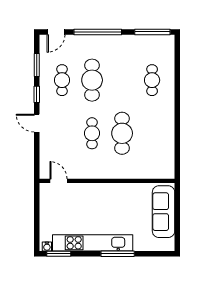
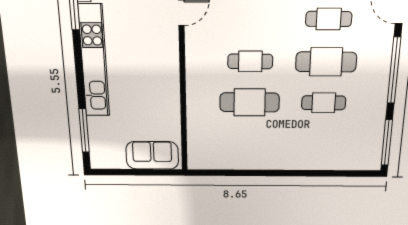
cafe table: (152, 80) -> (324, 103), moved
sofa: (164, 212) -> (152, 155), width x0.73
window: (118, 254) -> (84, 131), moved

